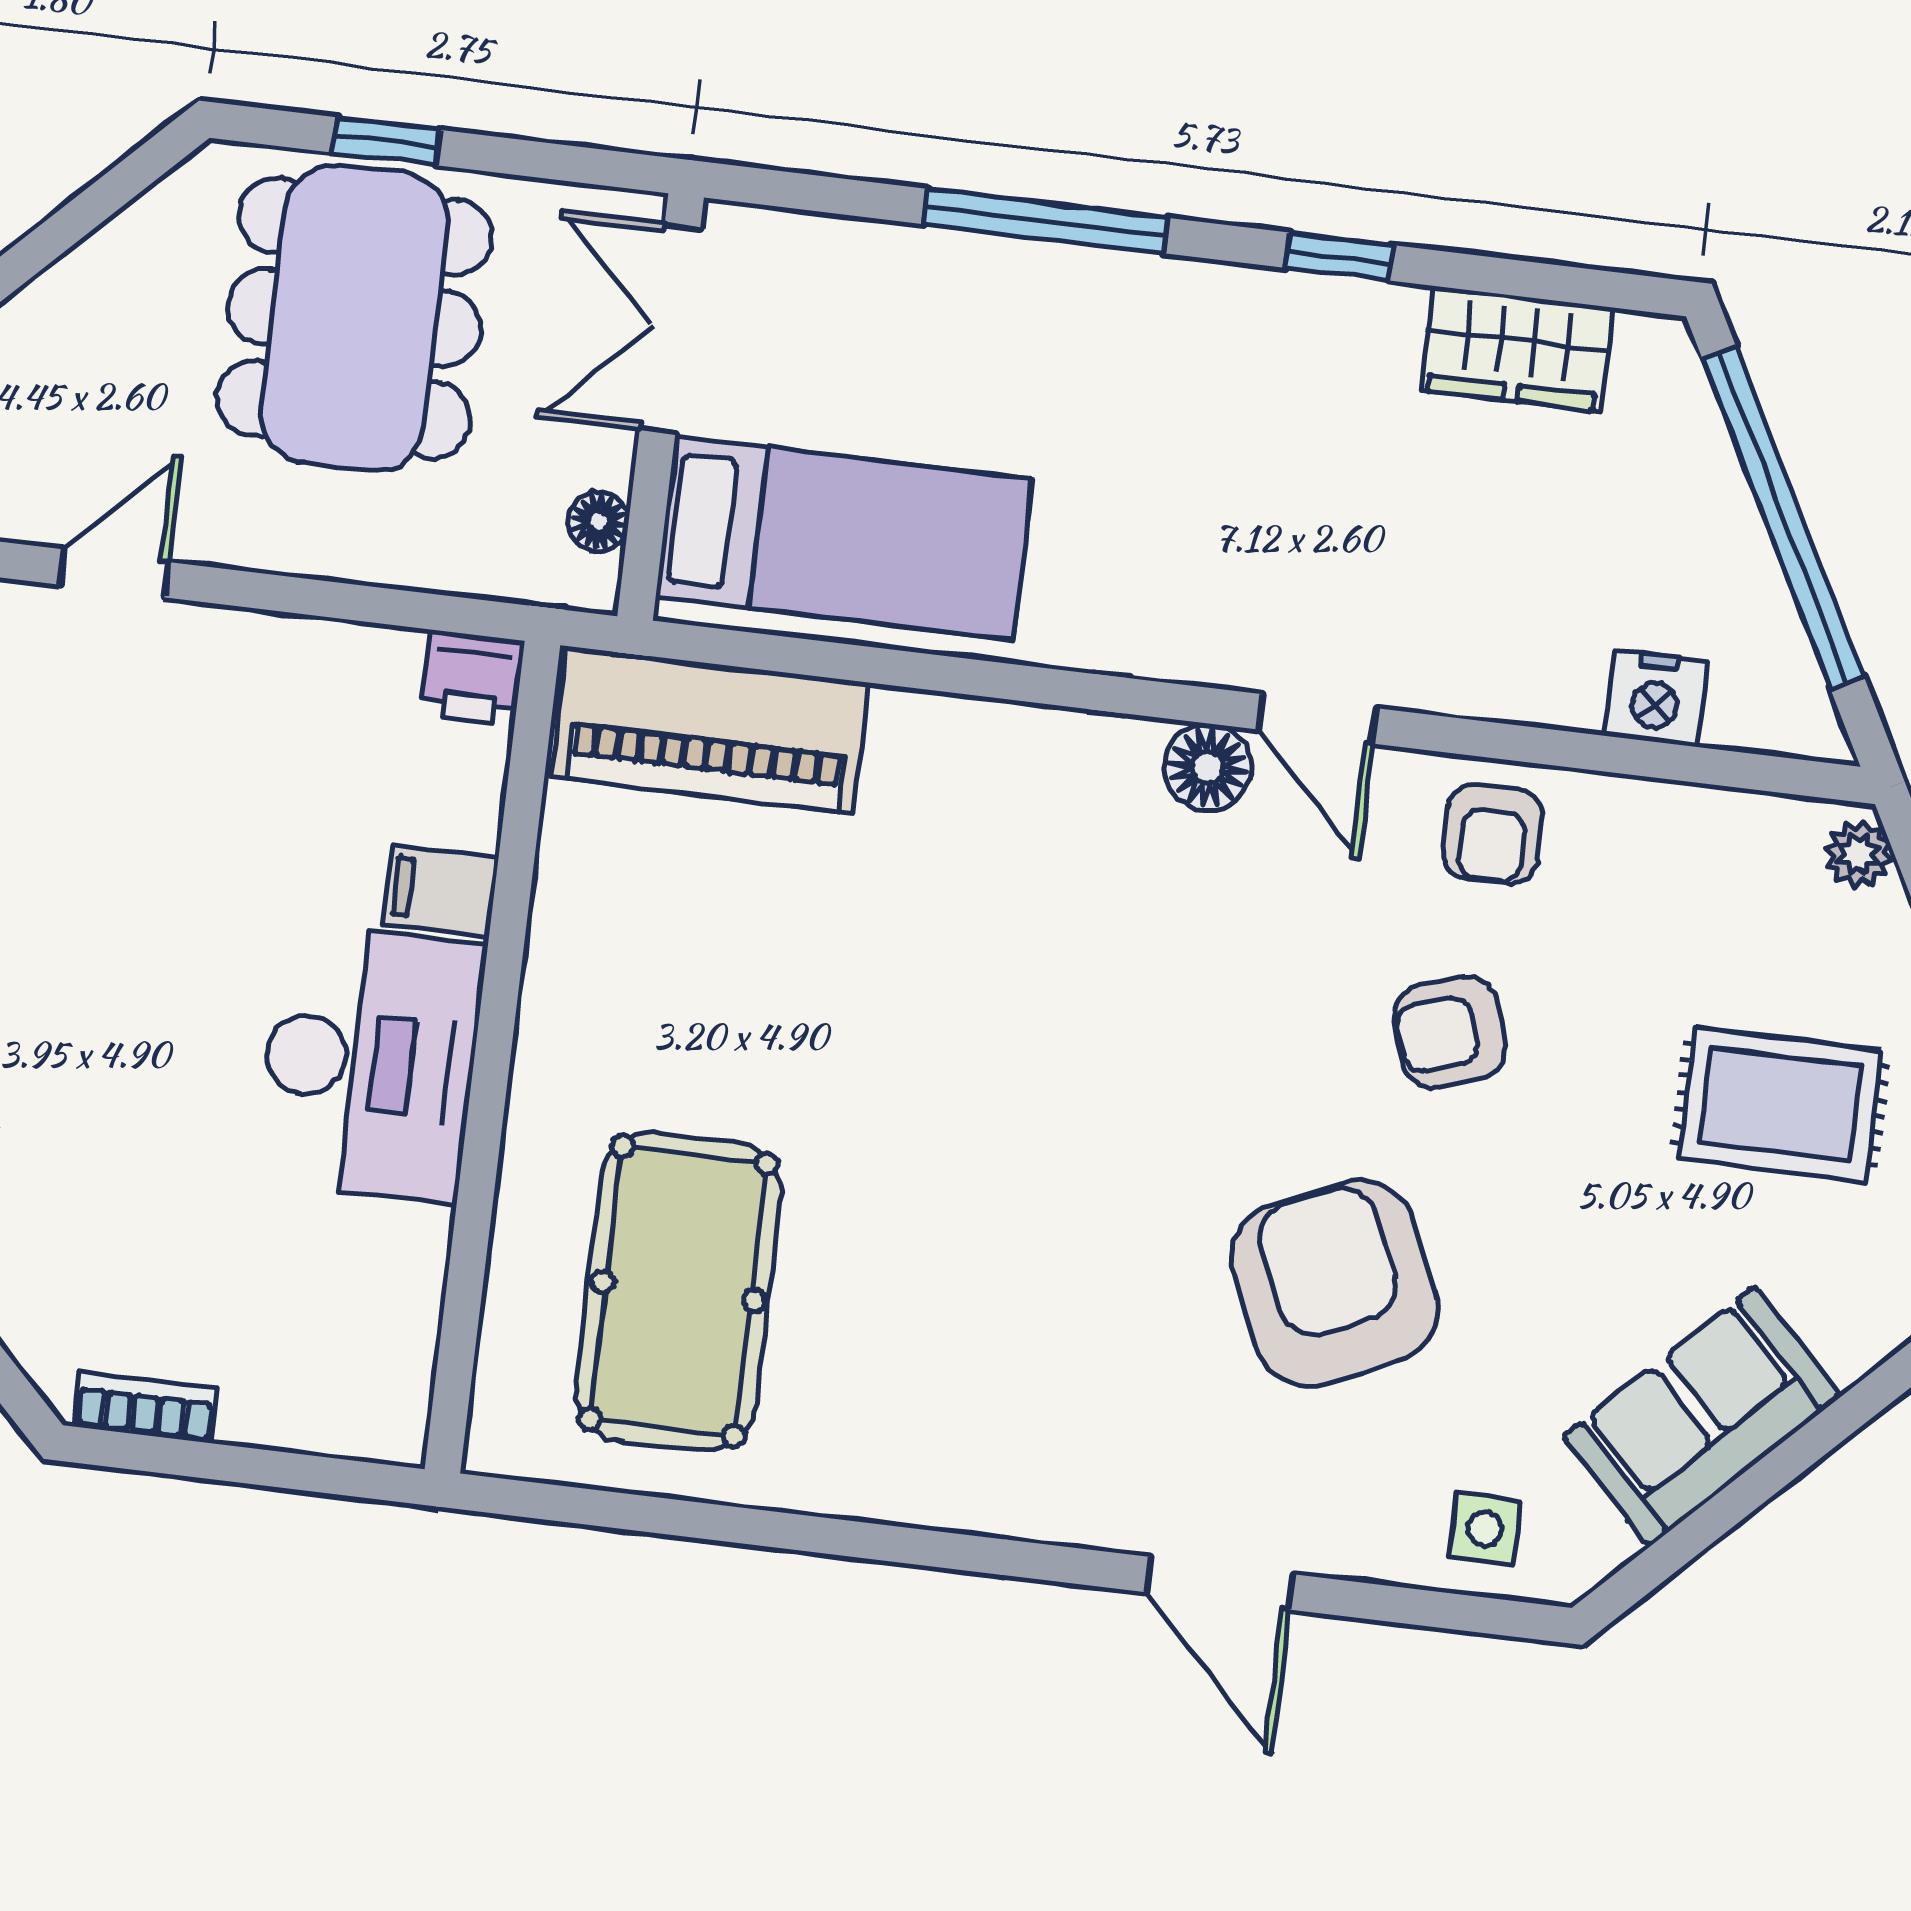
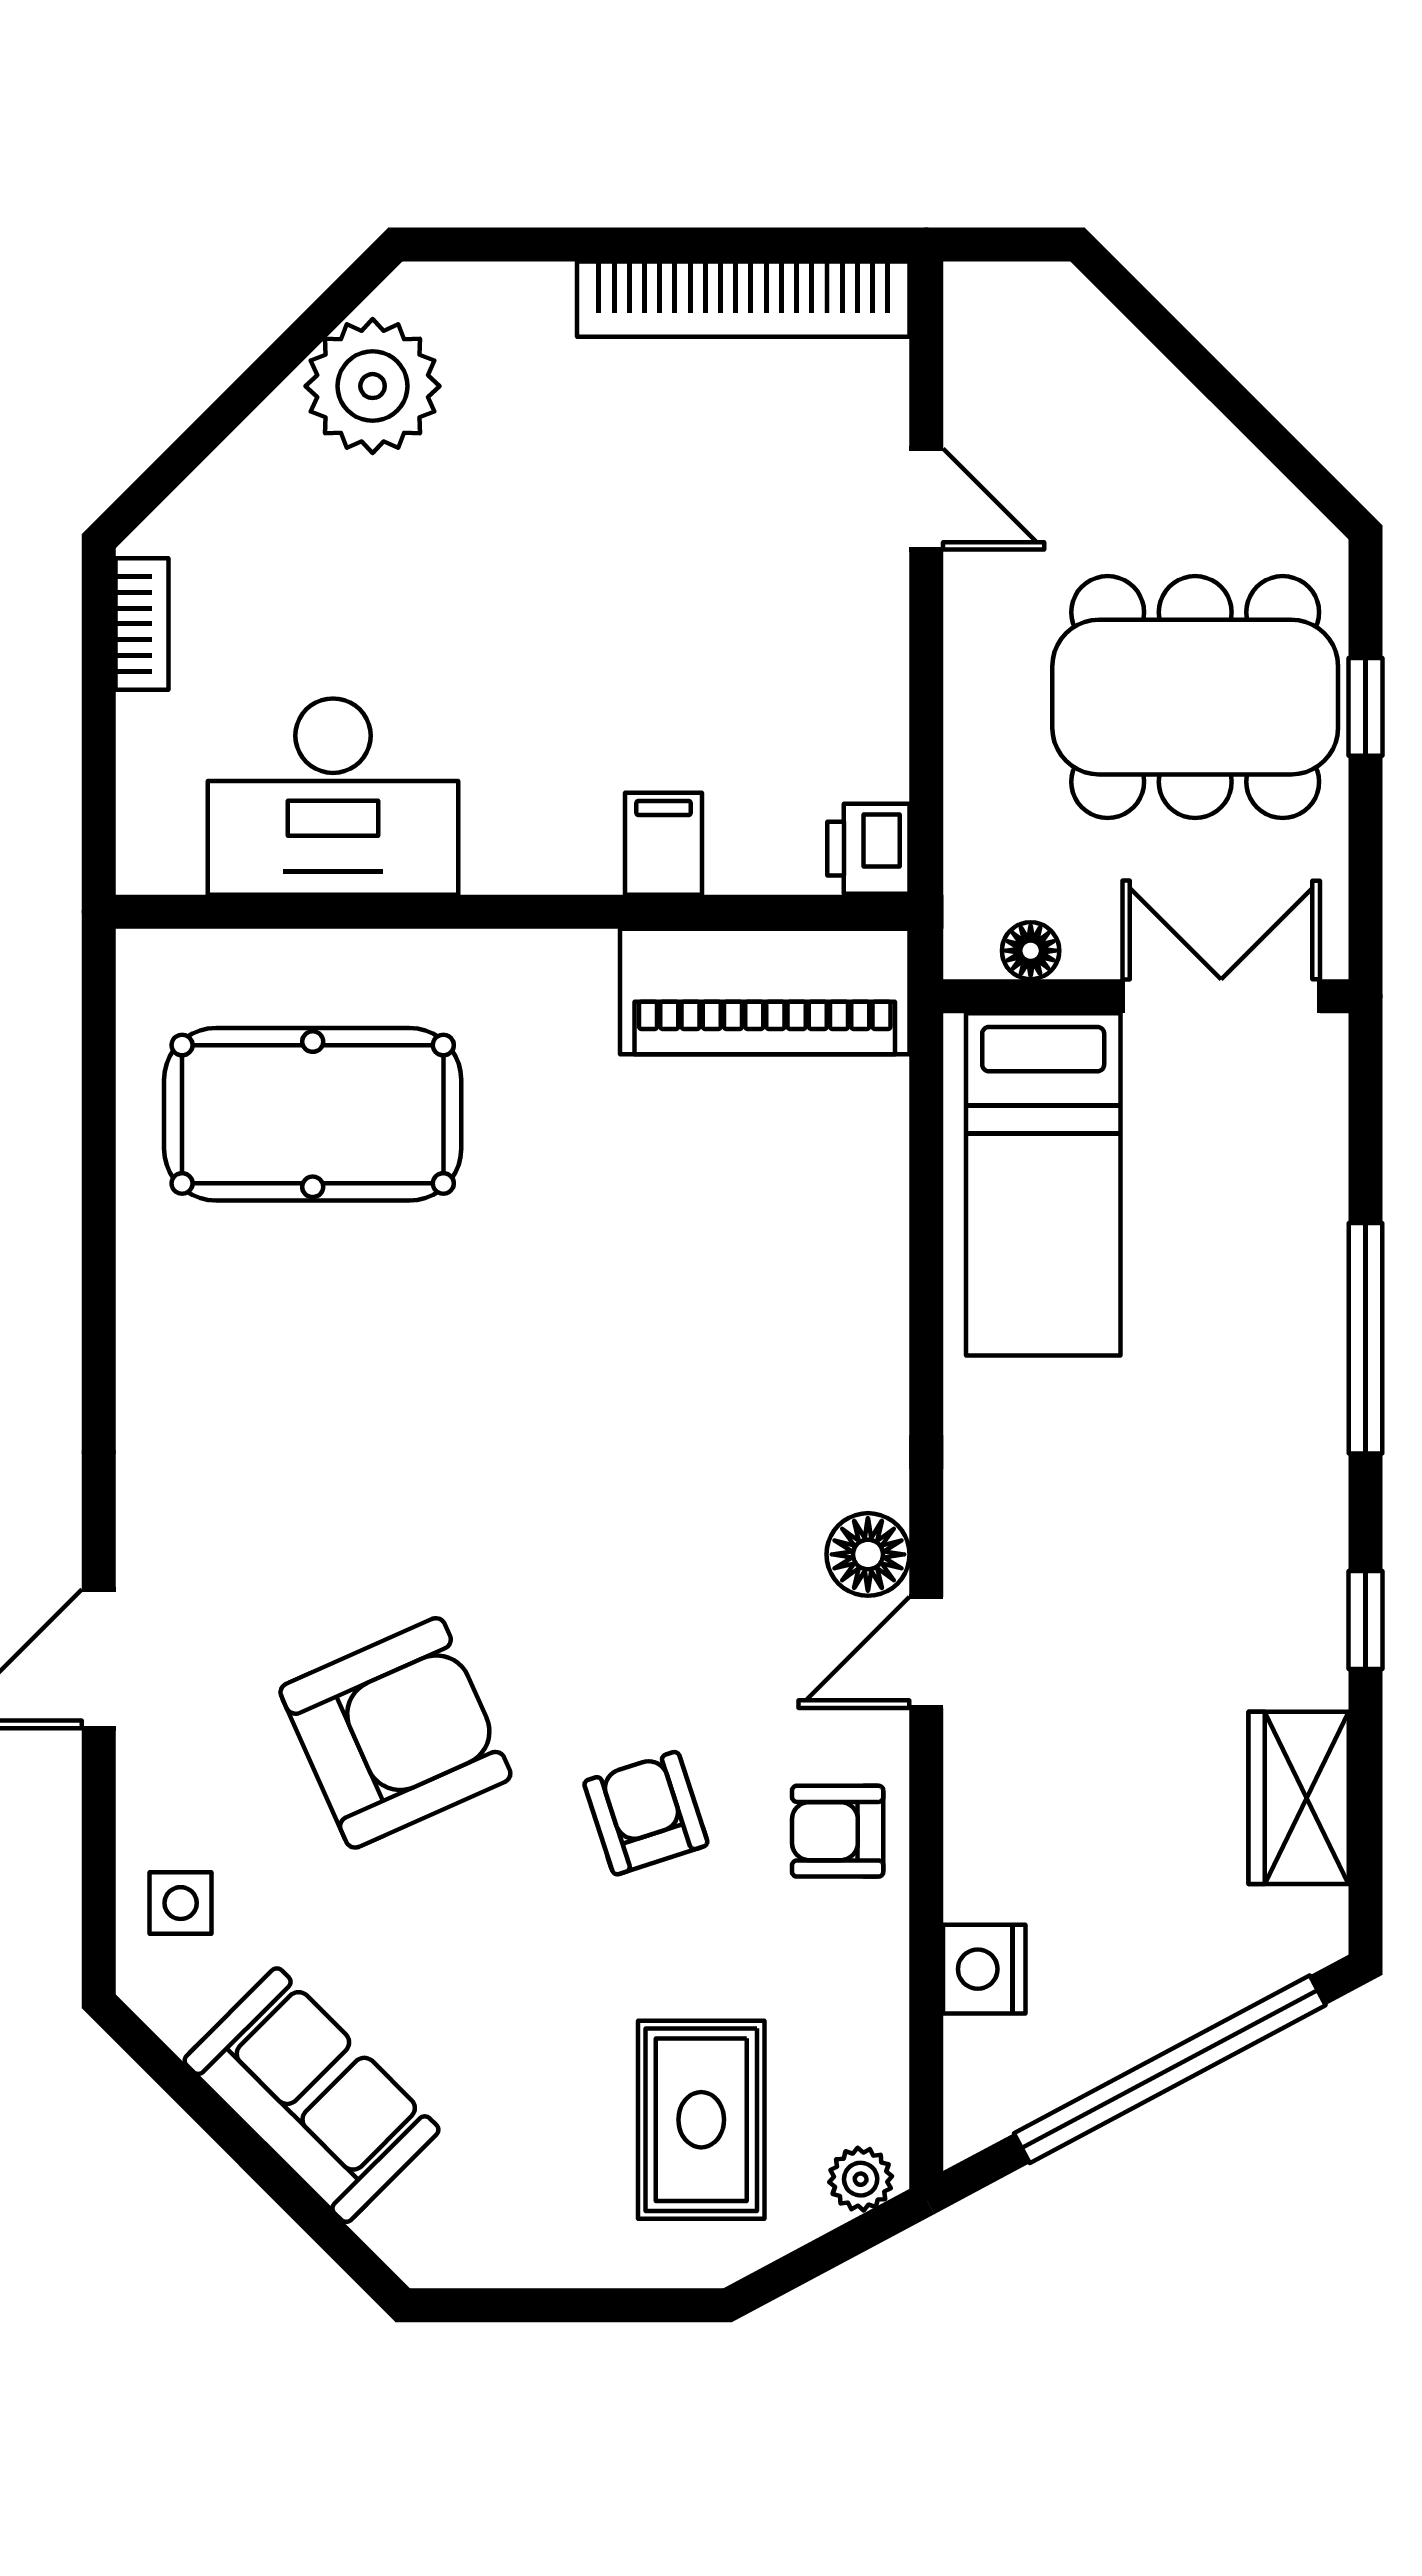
piano: (710, 730) -> (765, 992), moved, turned -90
desk: (370, 1063) -> (333, 797), moved
rug: (1780, 1104) -> (701, 2120), moved

